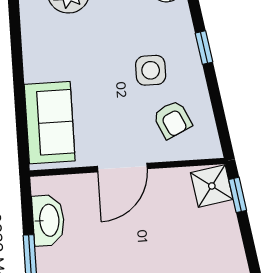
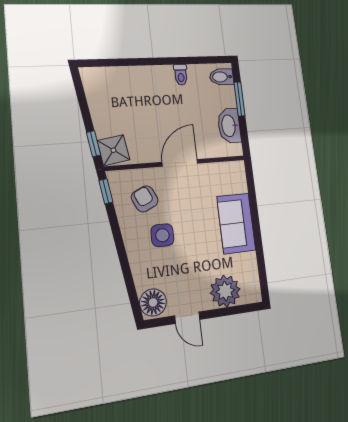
window: (204, 48) -> (106, 191), moved
sofa: (50, 123) -> (236, 223), moved

